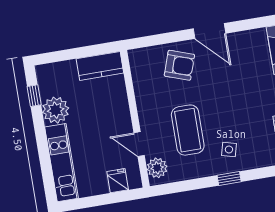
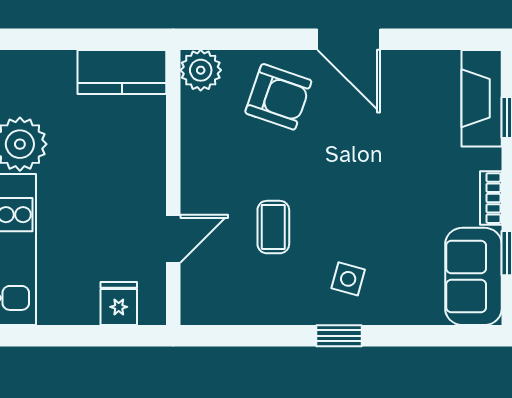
coffee table: (188, 130) -> (273, 227), width x0.54, depth x0.58
door: (139, 144) -> (173, 239), swing flipped
plant: (157, 168) -> (201, 70), moved

